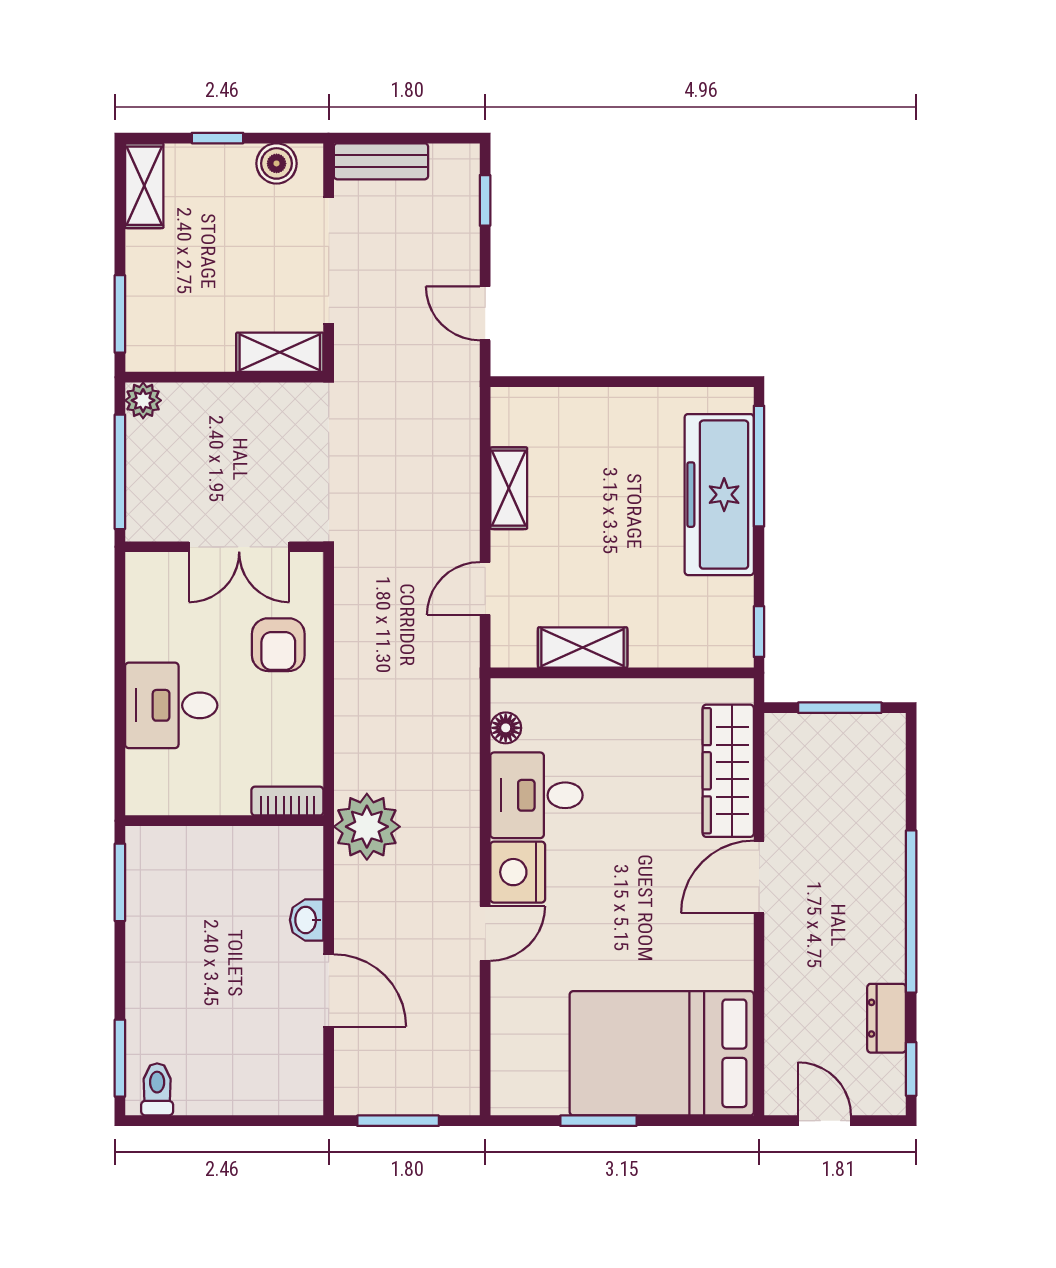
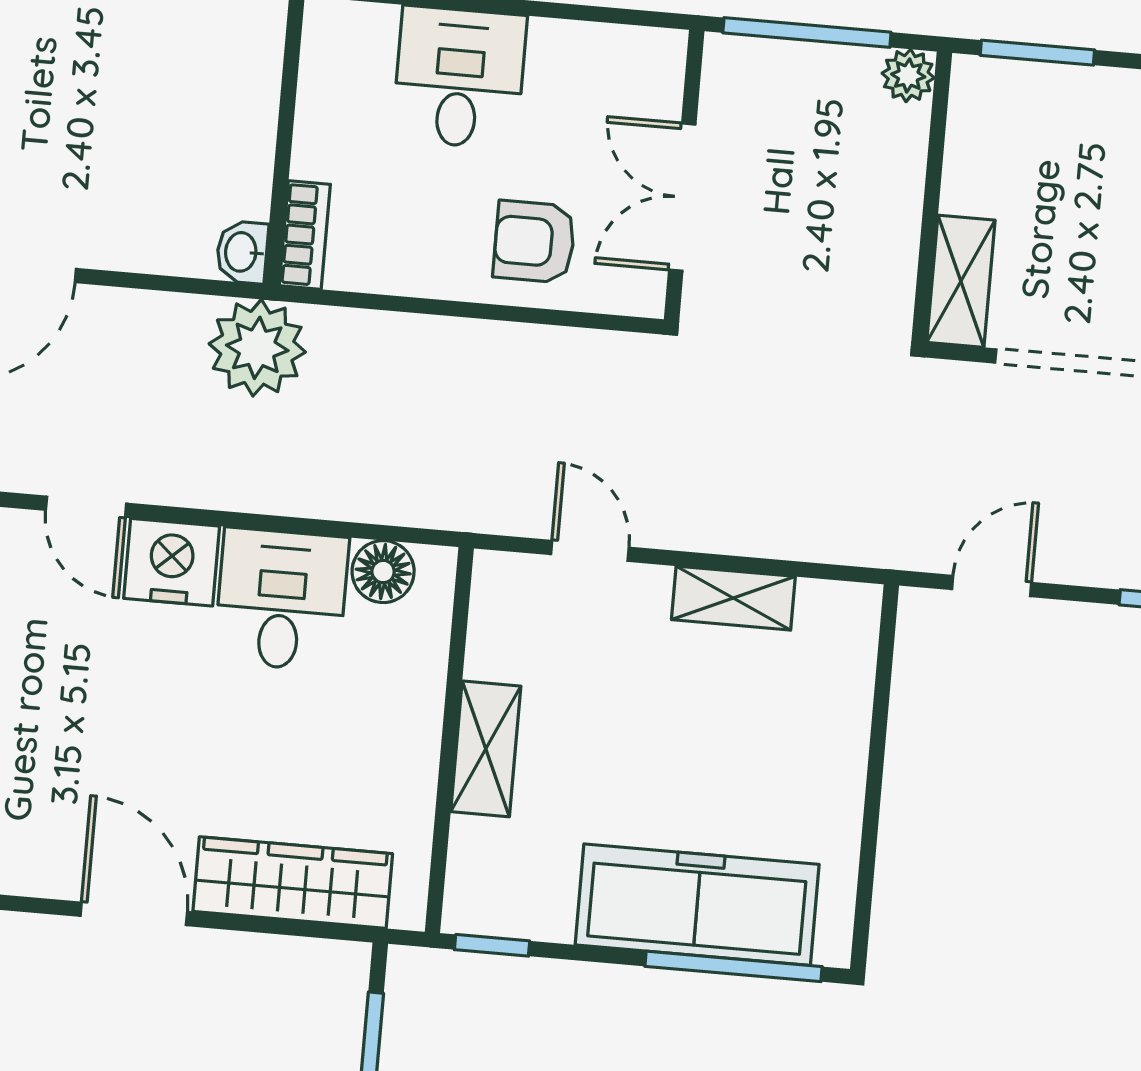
shelving: (583, 647) -> (486, 749), moved
floor lamp: (506, 728) -> (383, 572), width x1.37, depth x1.37
washbasin: (307, 920) -> (242, 252), moved, turned -90

